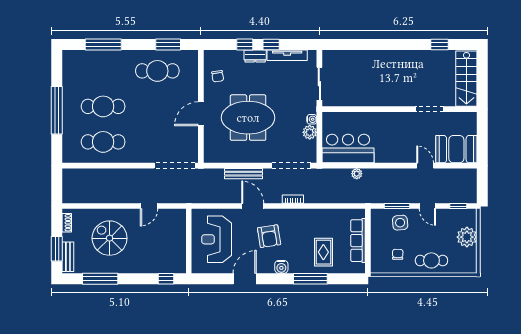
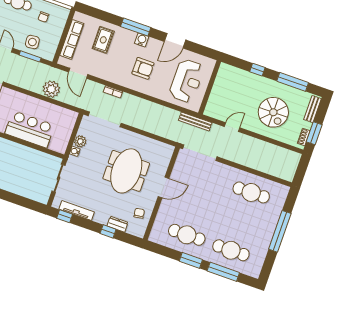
window: (168, 44) -> (191, 260), moved
window: (271, 44) -> (65, 216), moved
dresser: (255, 56) -> (117, 224), moved
cafe table: (103, 106) -> (231, 250), moved
meeting table: (248, 118) -> (126, 171), turned 90
bar counter: (348, 149) -> (30, 129), moved, turned 180
bench: (244, 174) -> (195, 122), moved
plant: (357, 174) -> (51, 89), width x1.88, depth x1.88
door: (253, 206) -> (78, 73), moved
armchair: (269, 236) -> (143, 68), turned 99
window: (57, 249) -> (314, 133), moved
window: (166, 279) -> (257, 70), moved
window: (310, 279) -> (136, 27), moved

